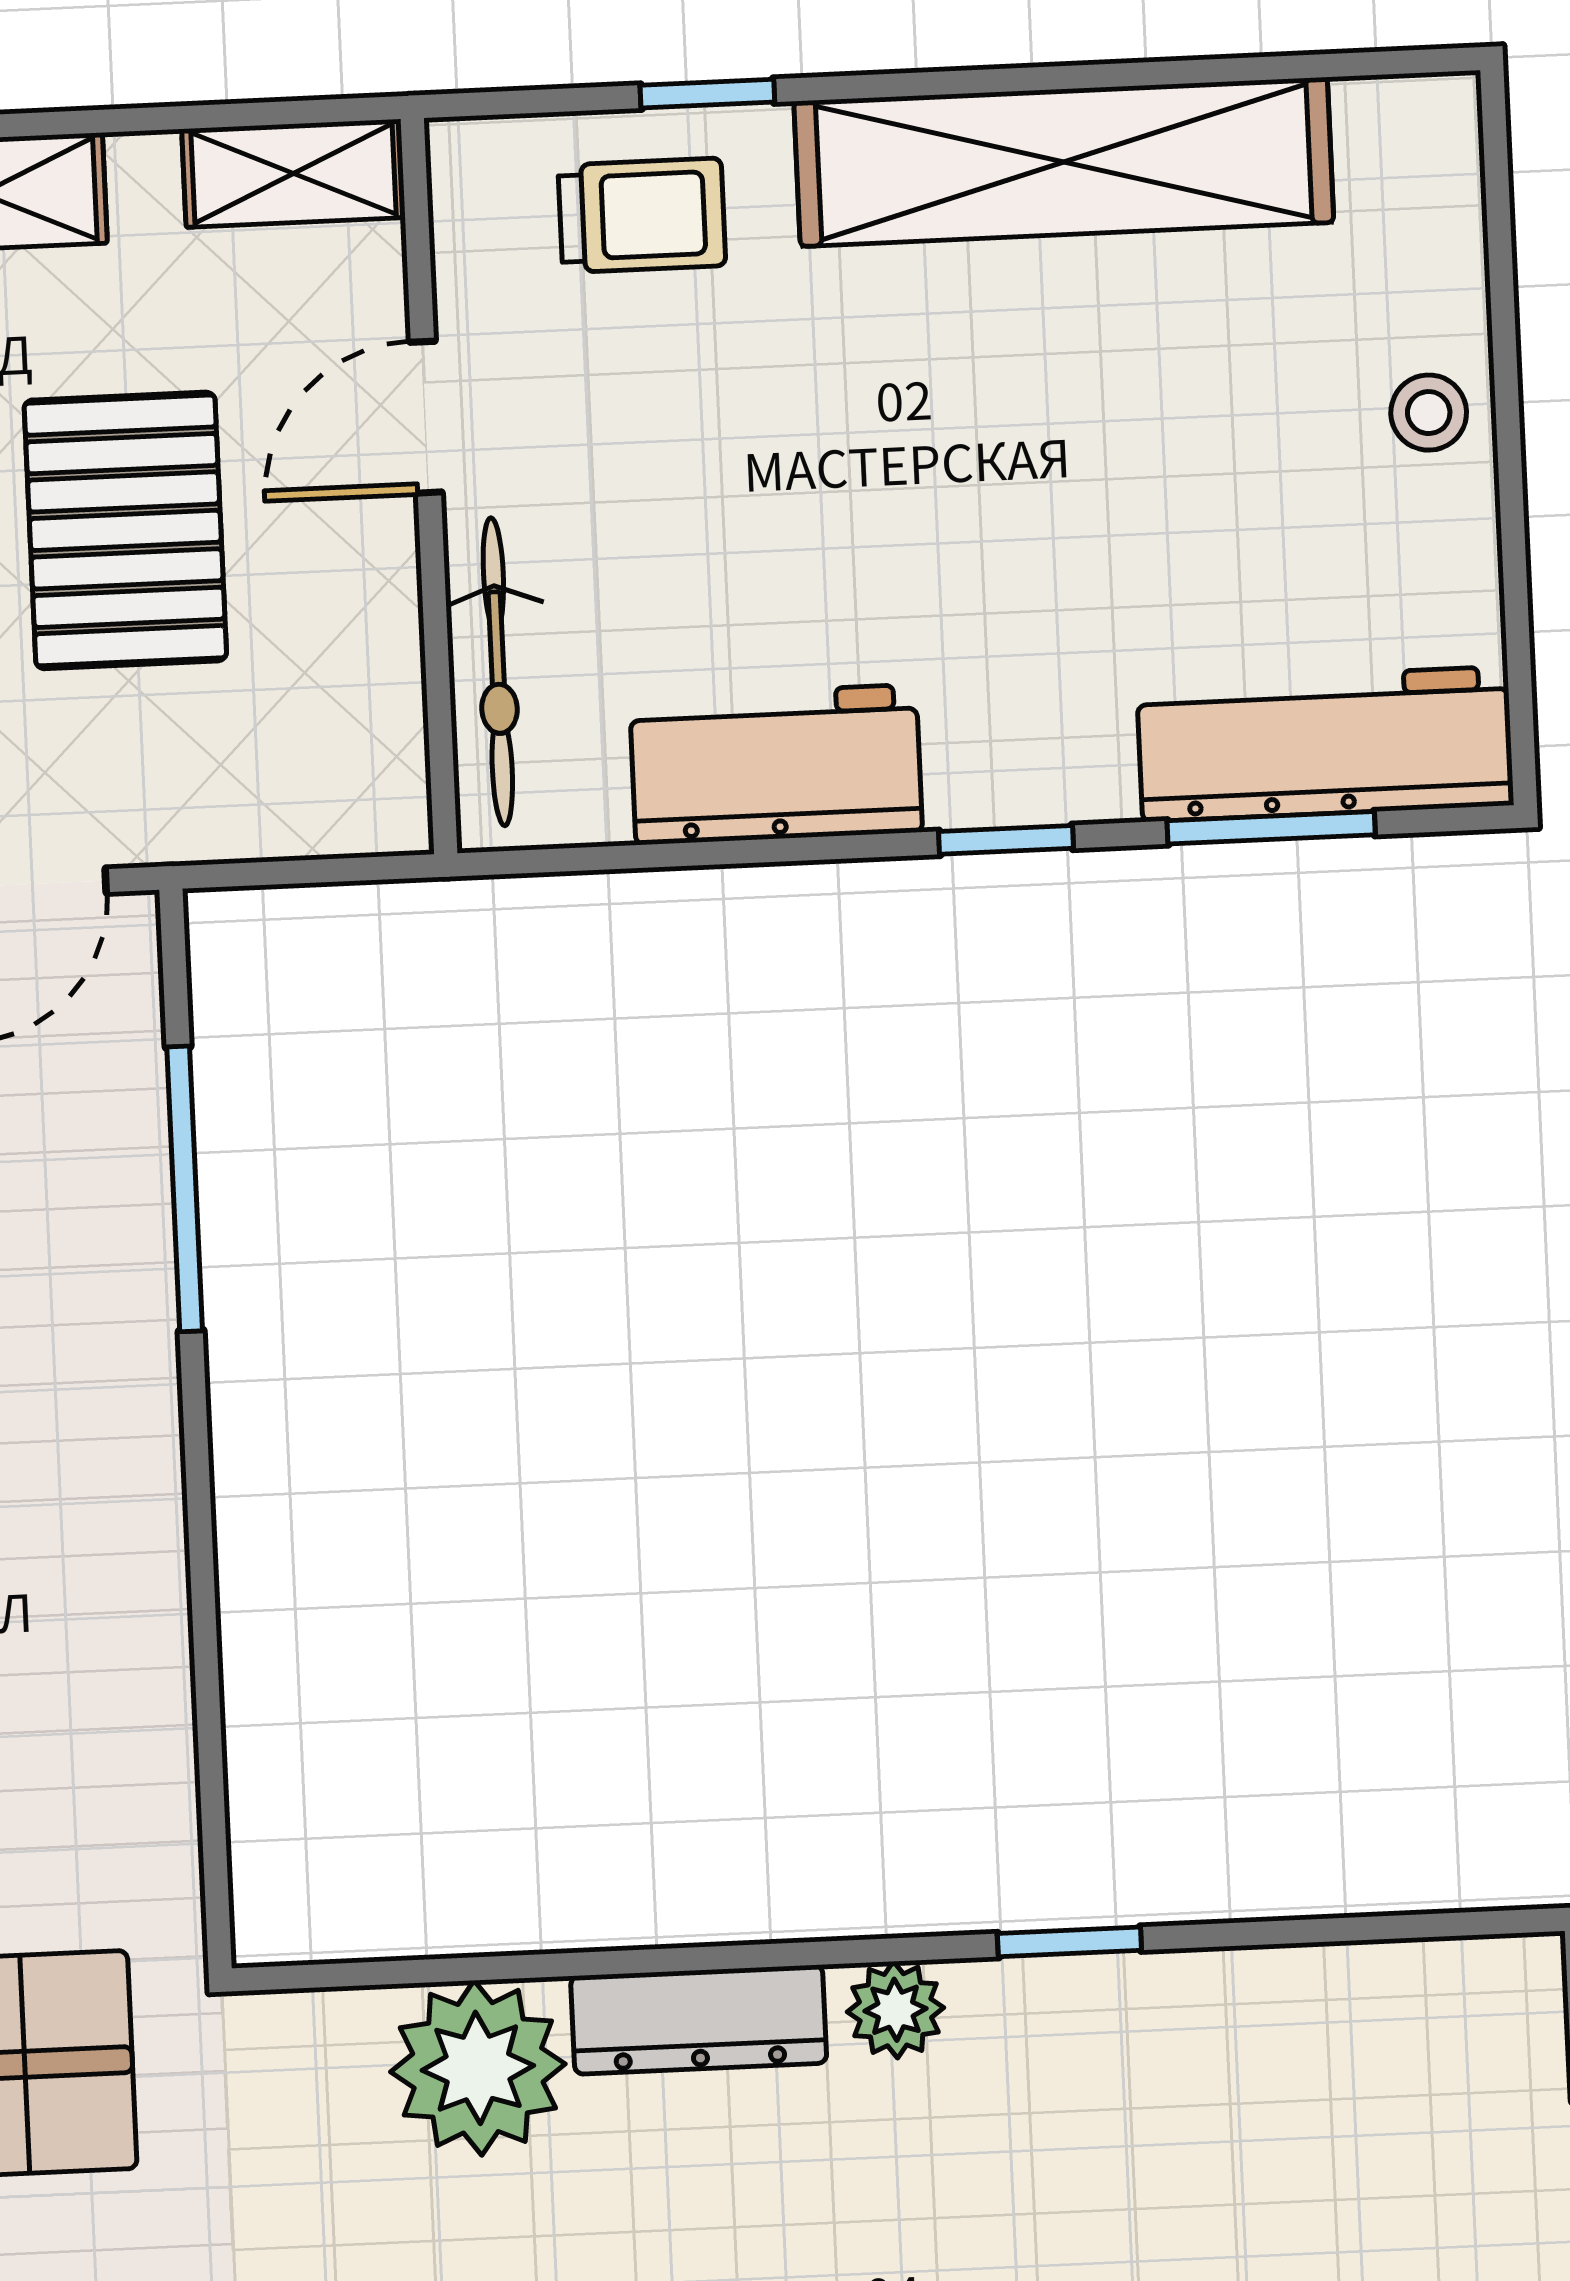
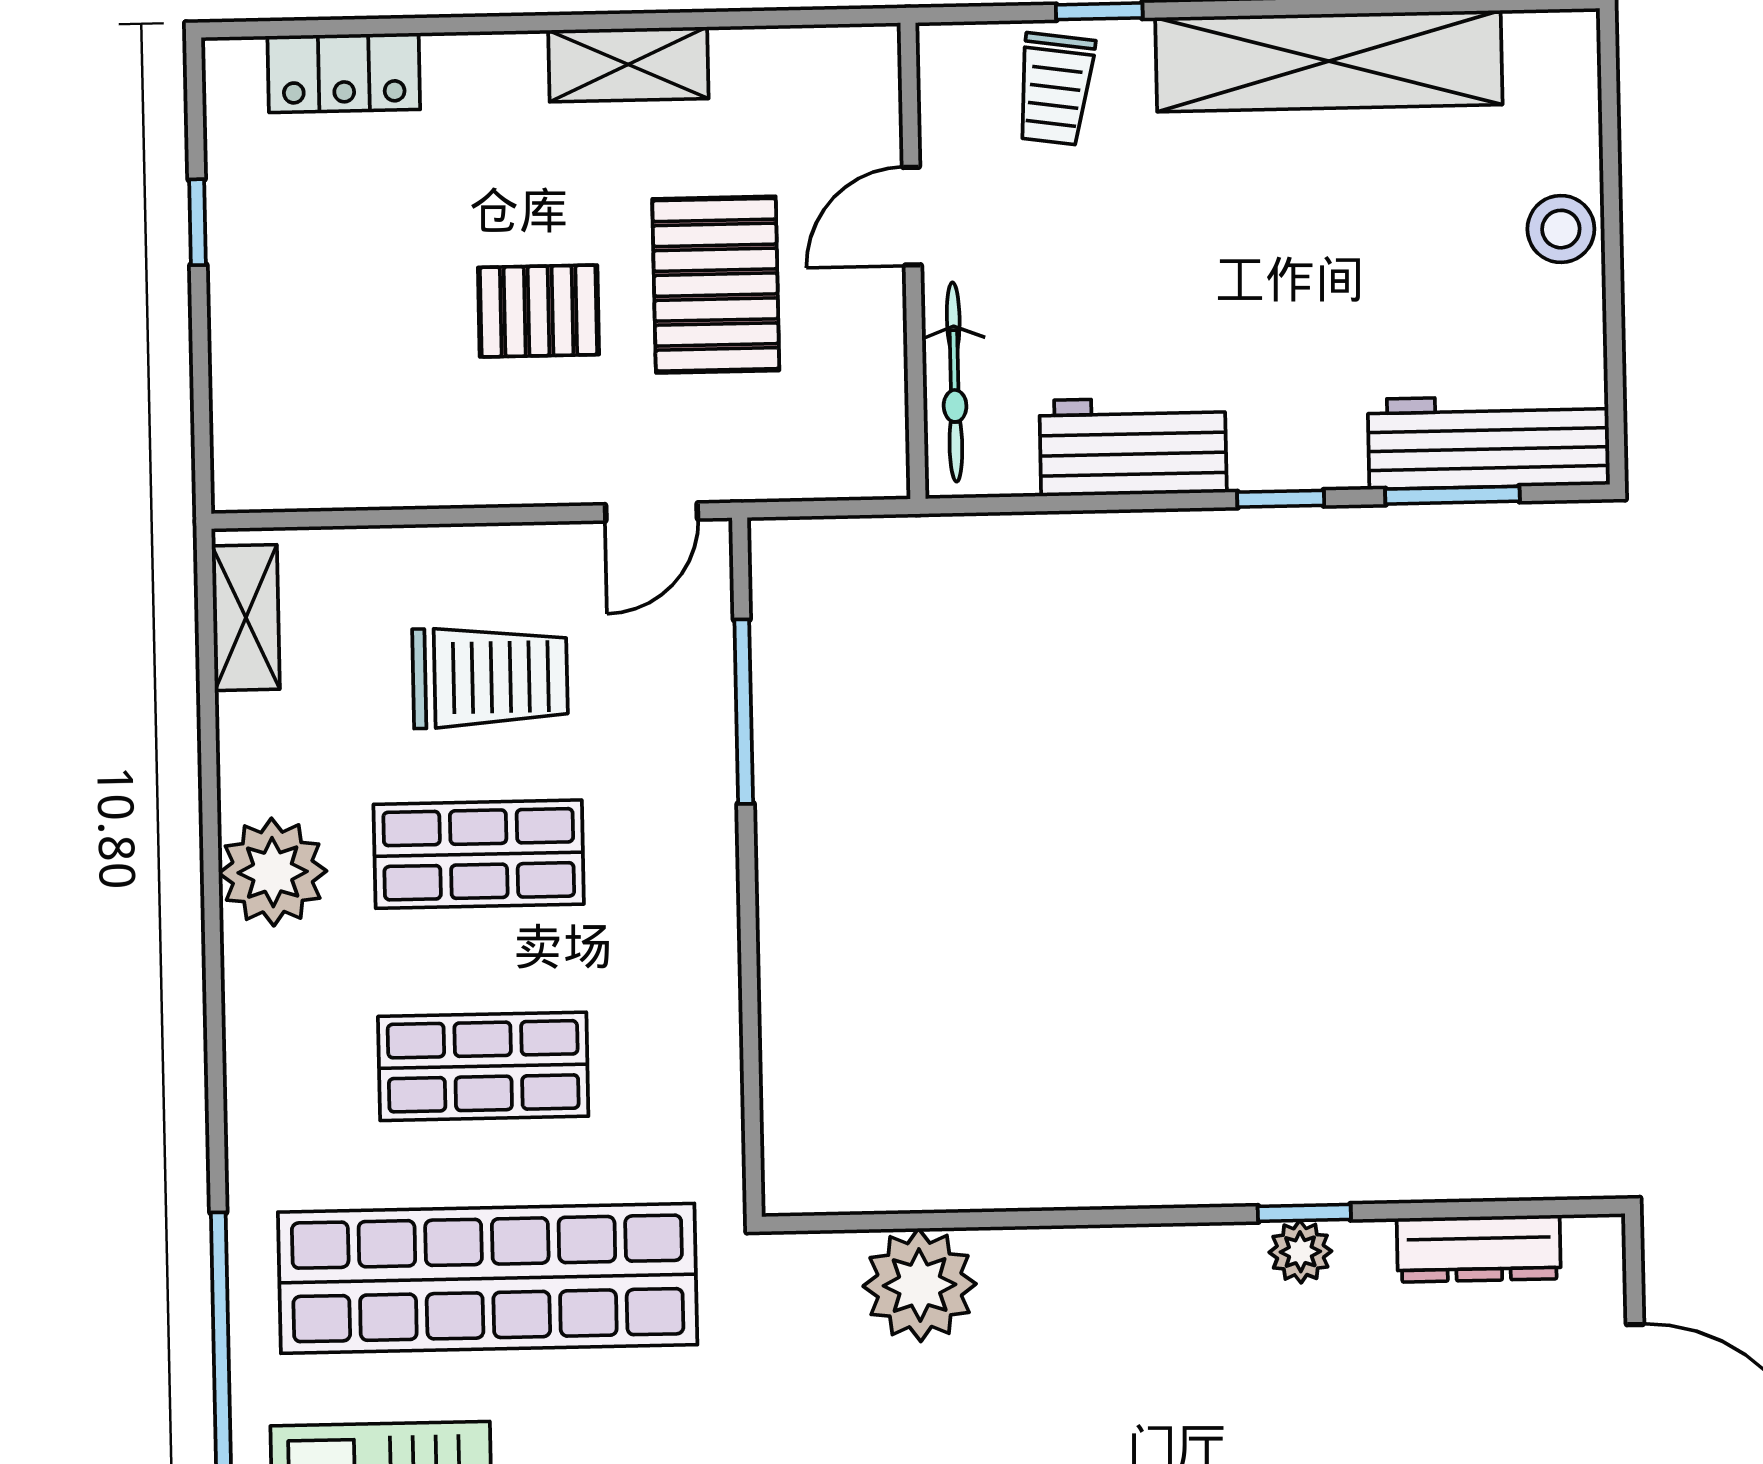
shelving: (294, 173) -> (830, 56), removed
trolley: (642, 215) -> (1055, 89), turned 98
stool: (1429, 413) -> (1561, 229), width x1.37, depth x1.37
plant: (895, 2010) -> (1300, 1252), moved
dresser: (699, 2020) -> (1479, 1249), moved

